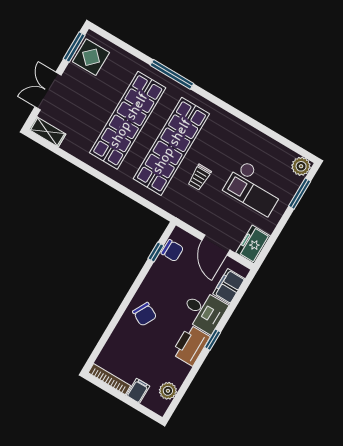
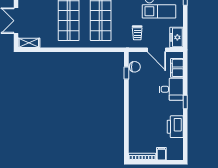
trolley: (199, 177) -> (137, 33), moved
chair: (145, 314) -> (140, 110), removed
printer: (191, 345) -> (175, 127), moved
plant: (168, 391) -> (178, 144), removed

